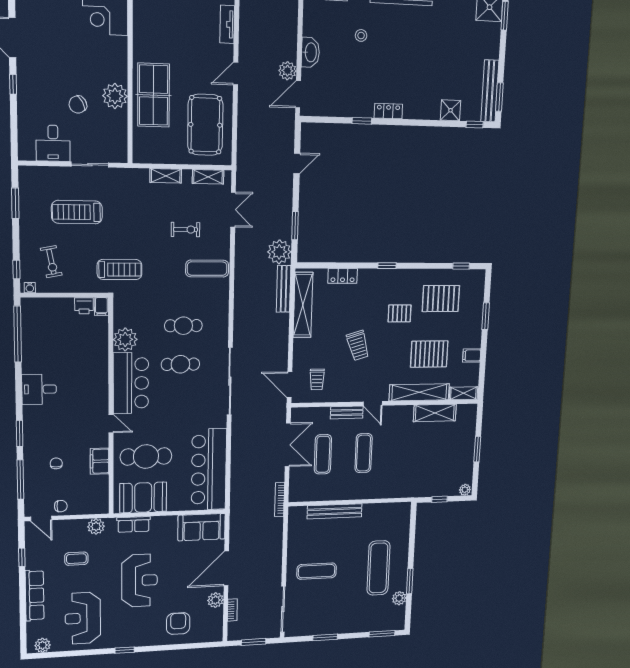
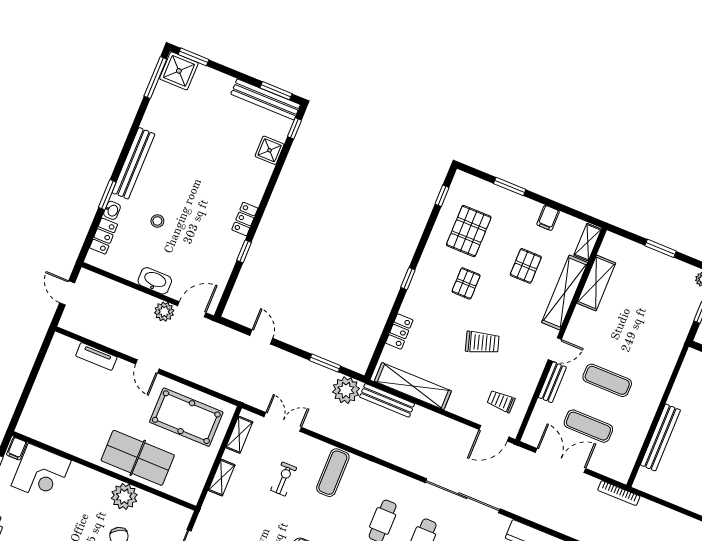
door: (298, 94) -> (192, 309), swing flipped
pallet: (429, 354) -> (526, 266), width x0.67, depth x0.71
trolley: (317, 379) -> (501, 401), turned 180

